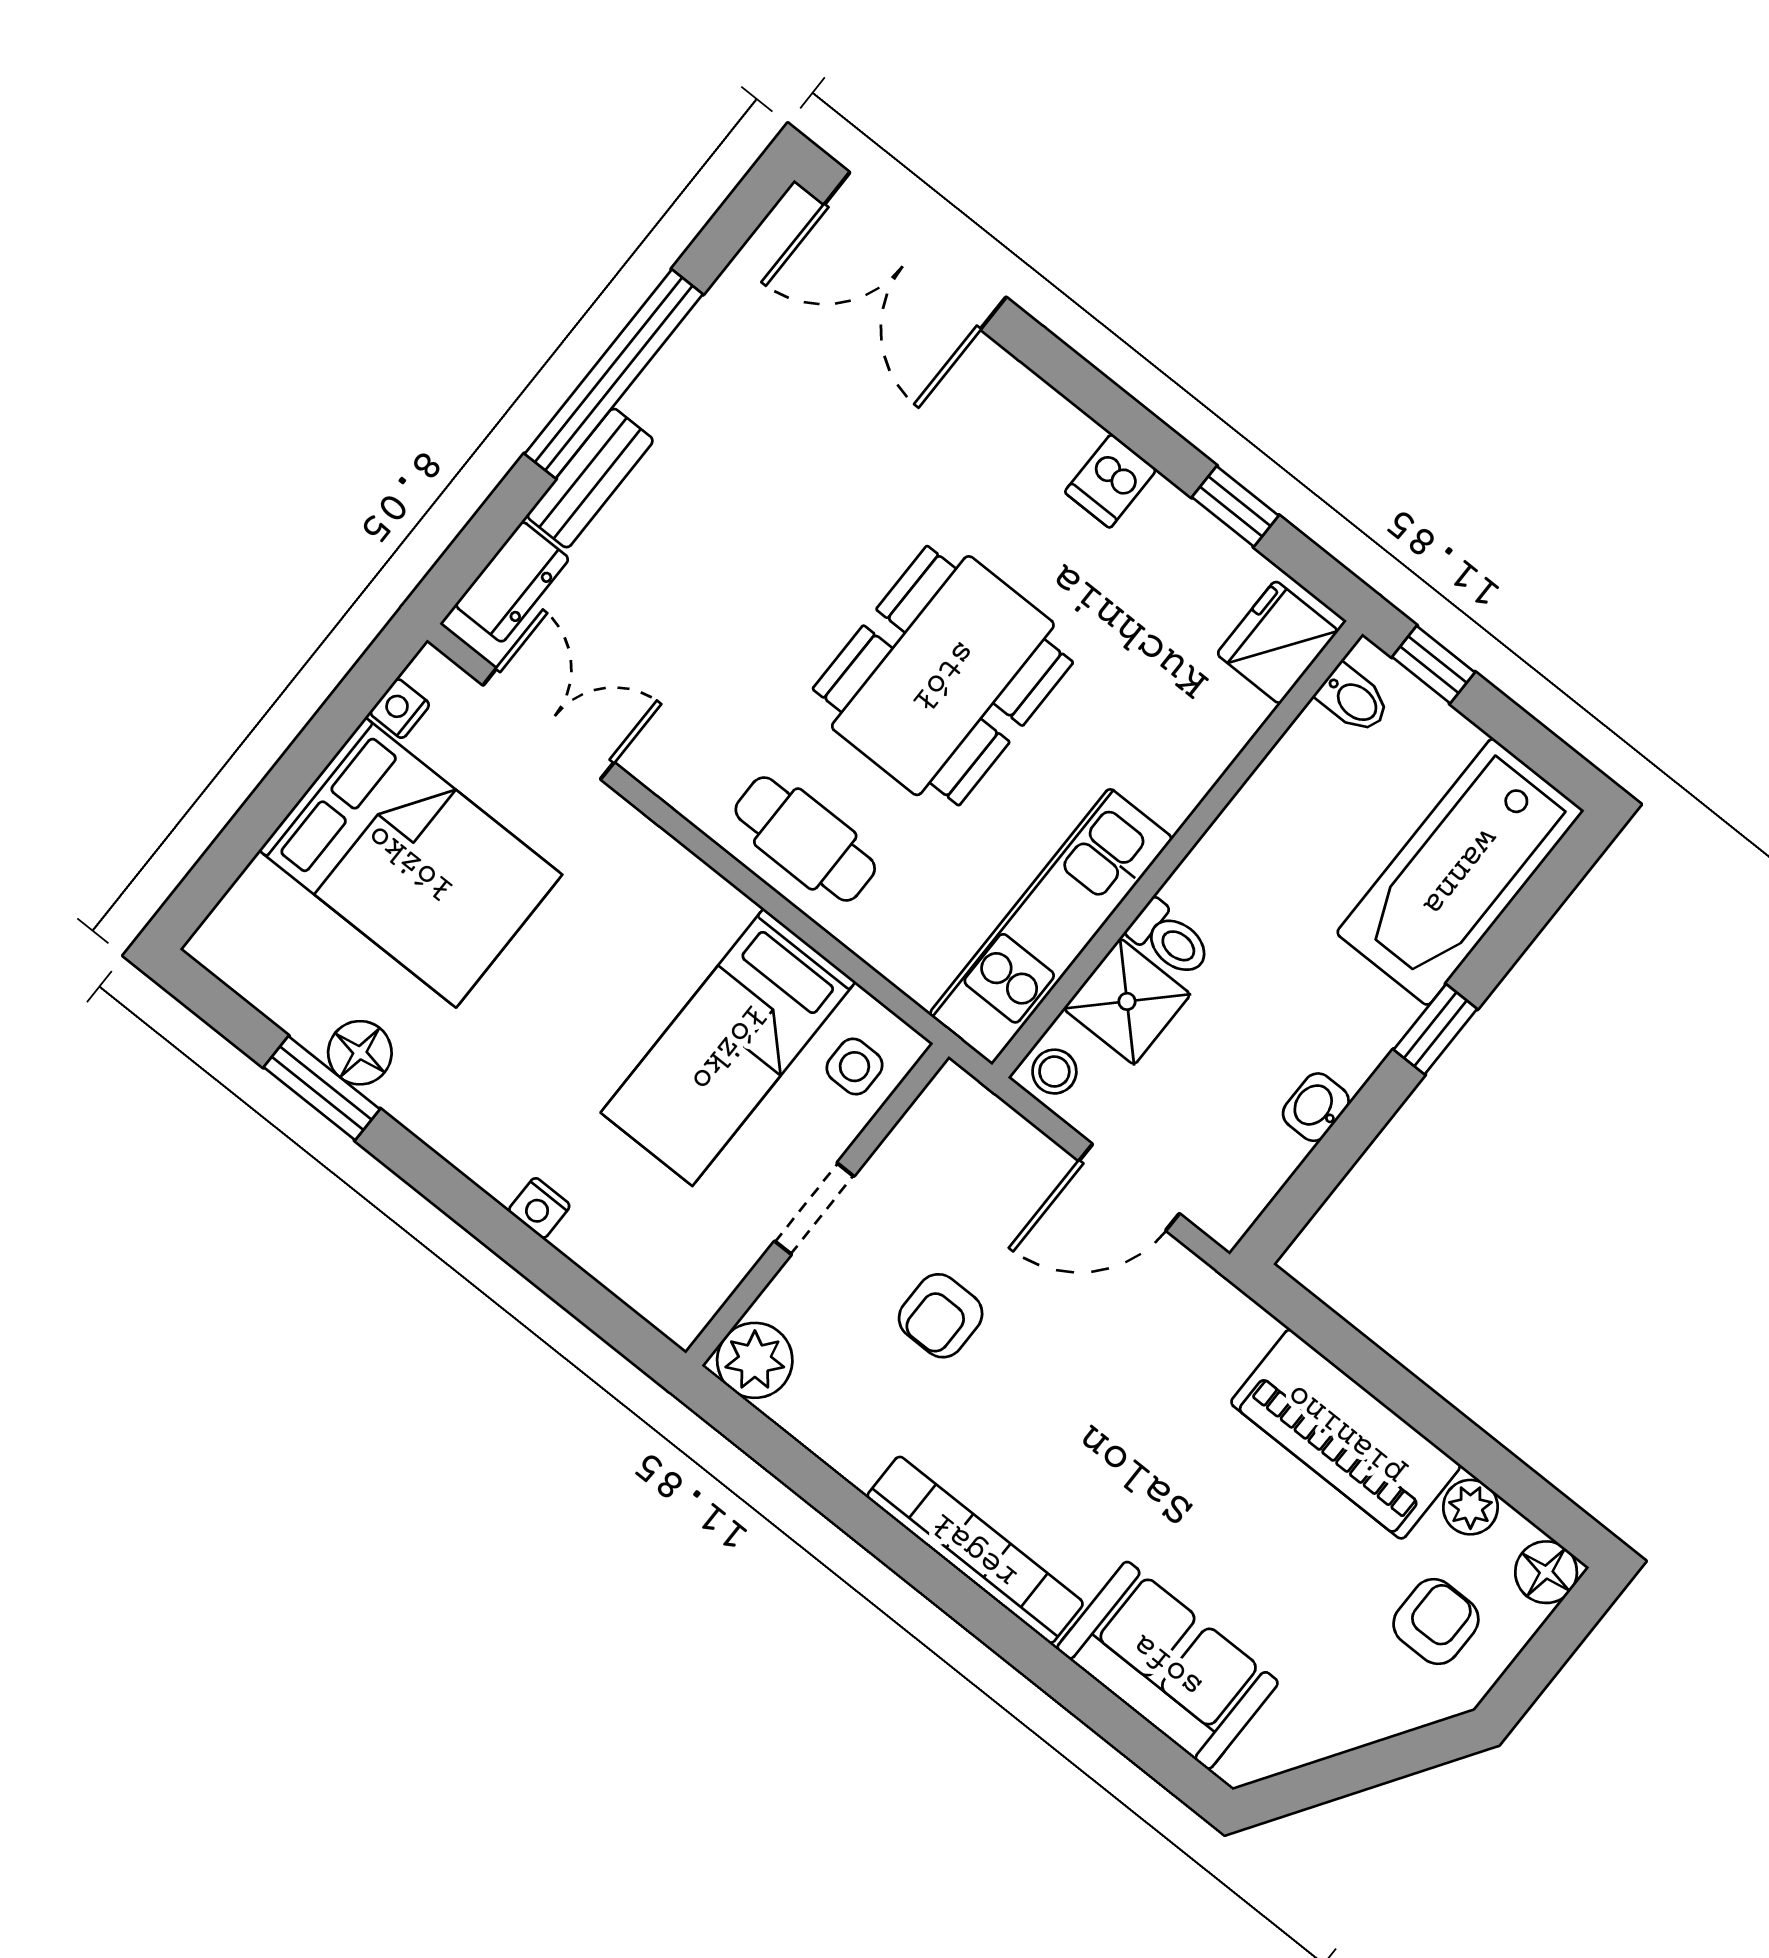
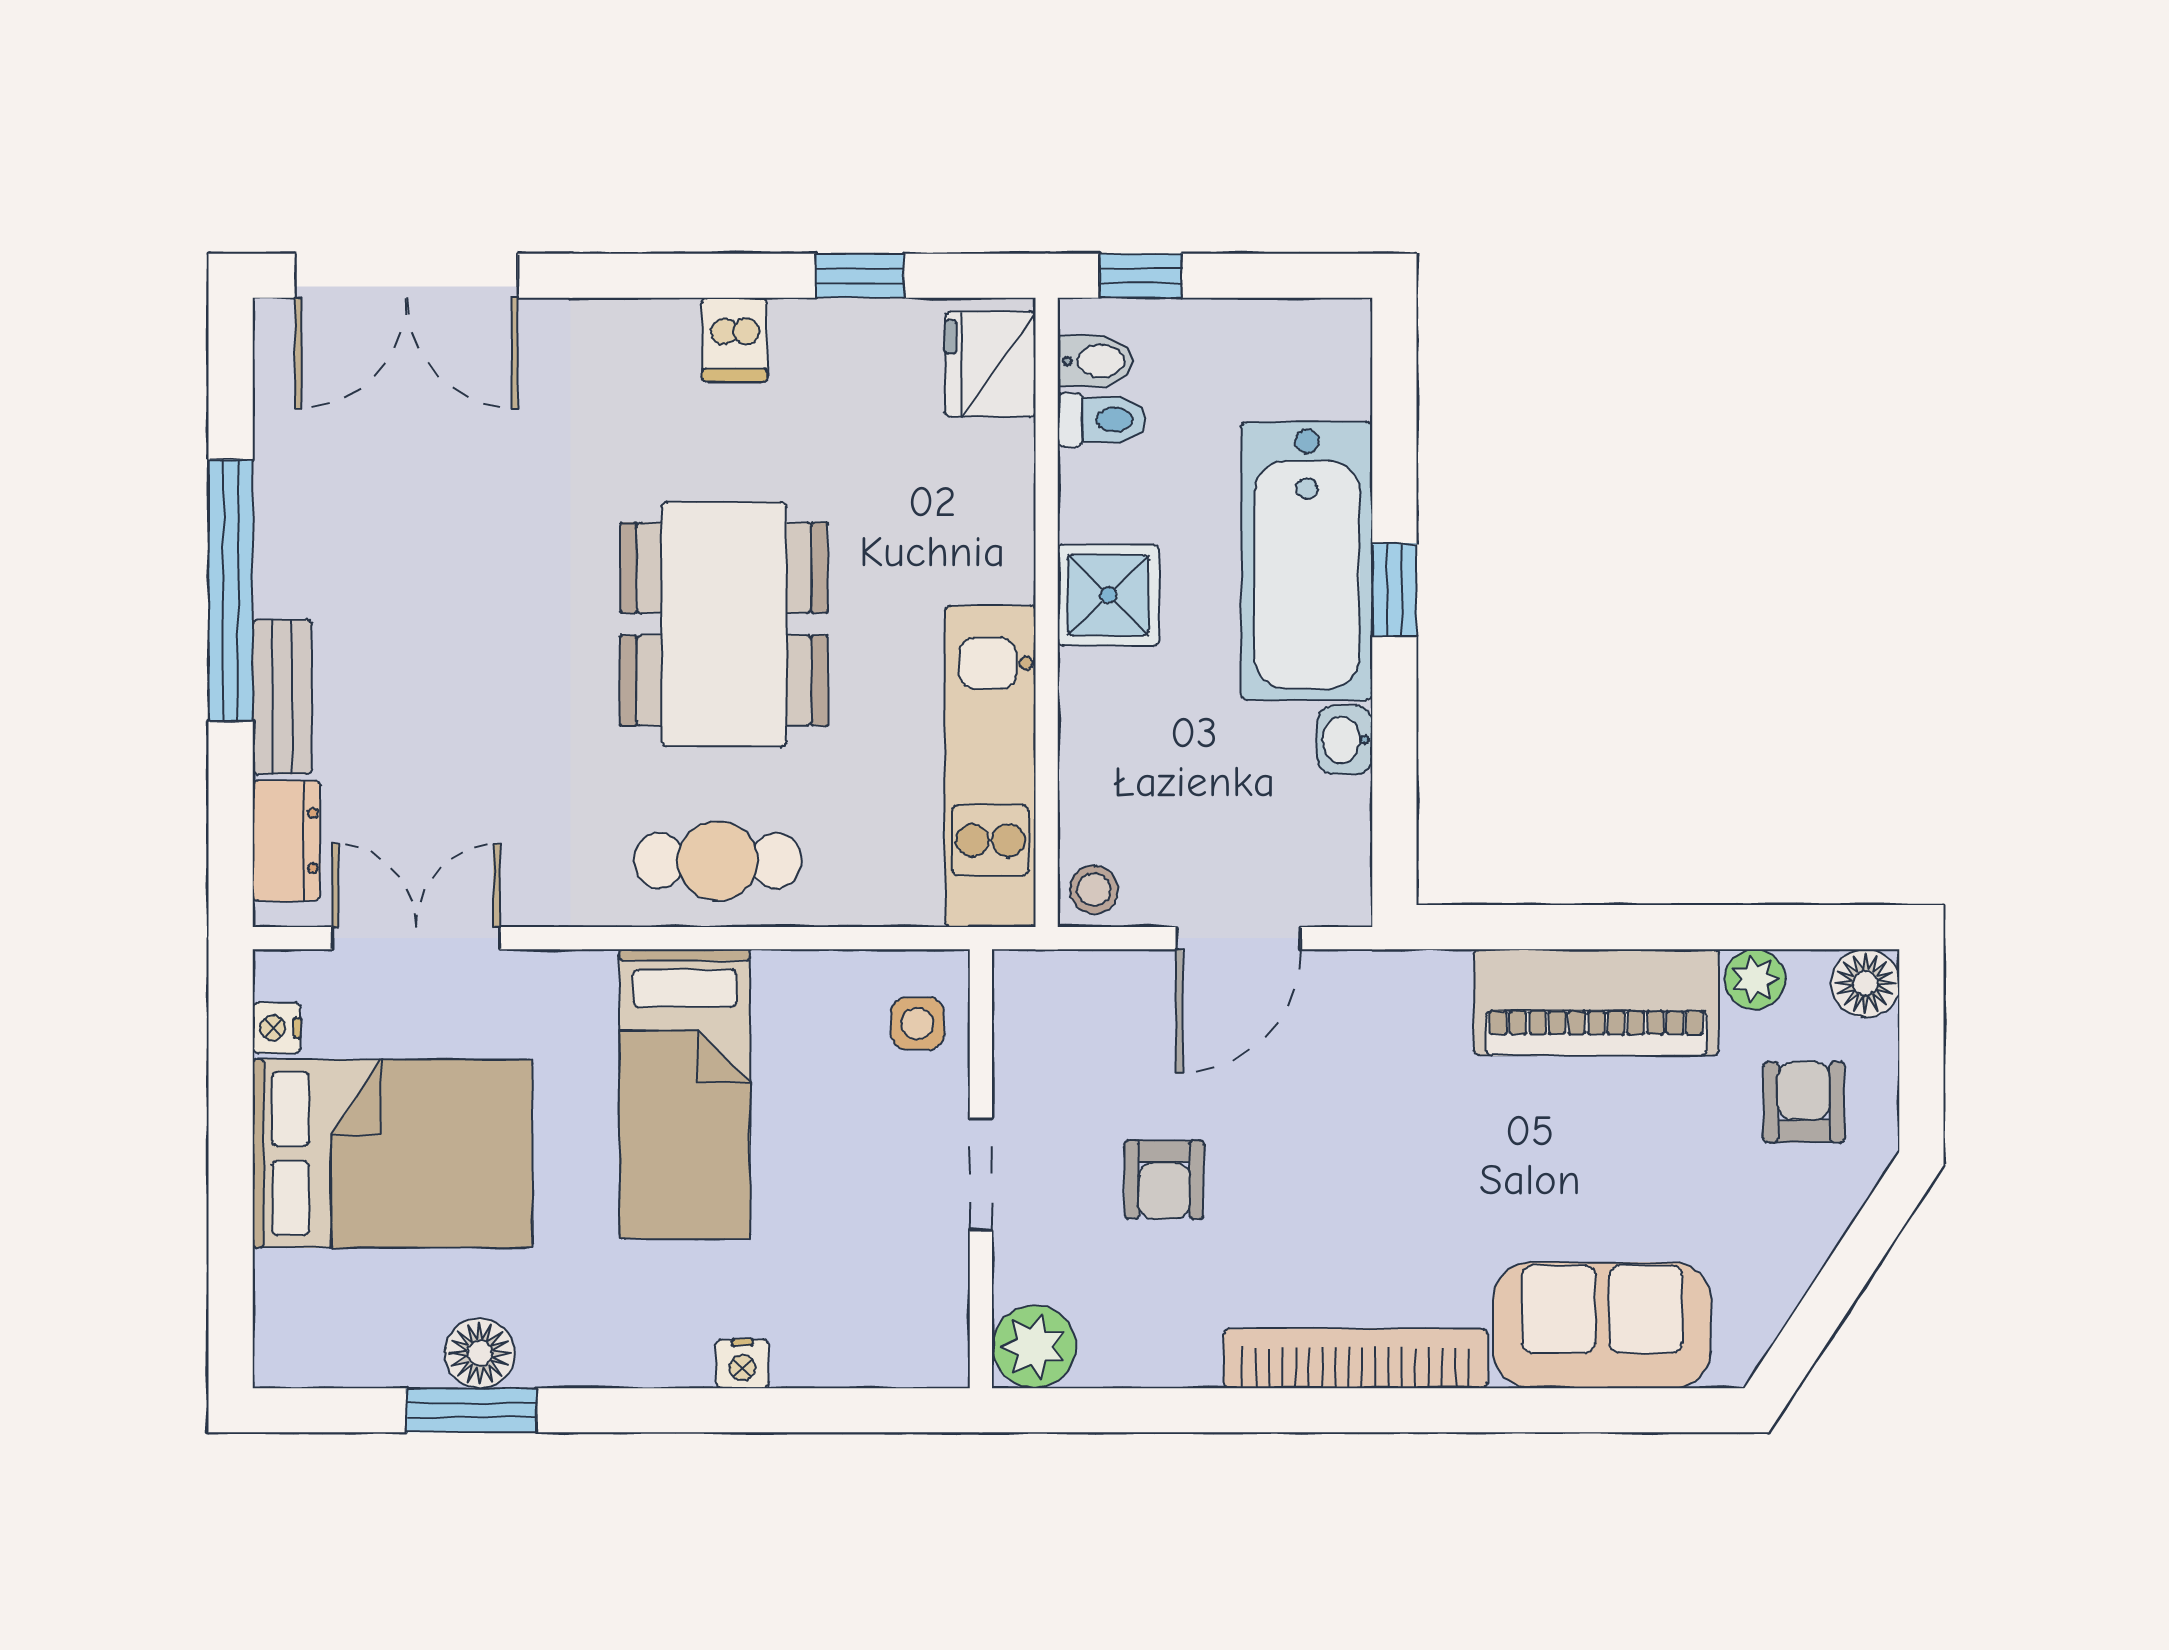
bathtub: (1460, 872) -> (1307, 561), moved
toilet: (1170, 939) -> (1102, 420), moved
shower: (1127, 1001) -> (1108, 595), moved
bed: (728, 1047) -> (685, 1094), moved

